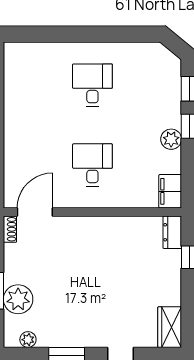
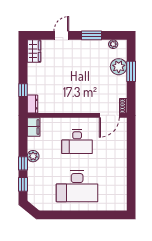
desk: (92, 85) -> (77, 186), width x1.87, depth x1.30
desk: (92, 165) -> (77, 142), width x1.37

